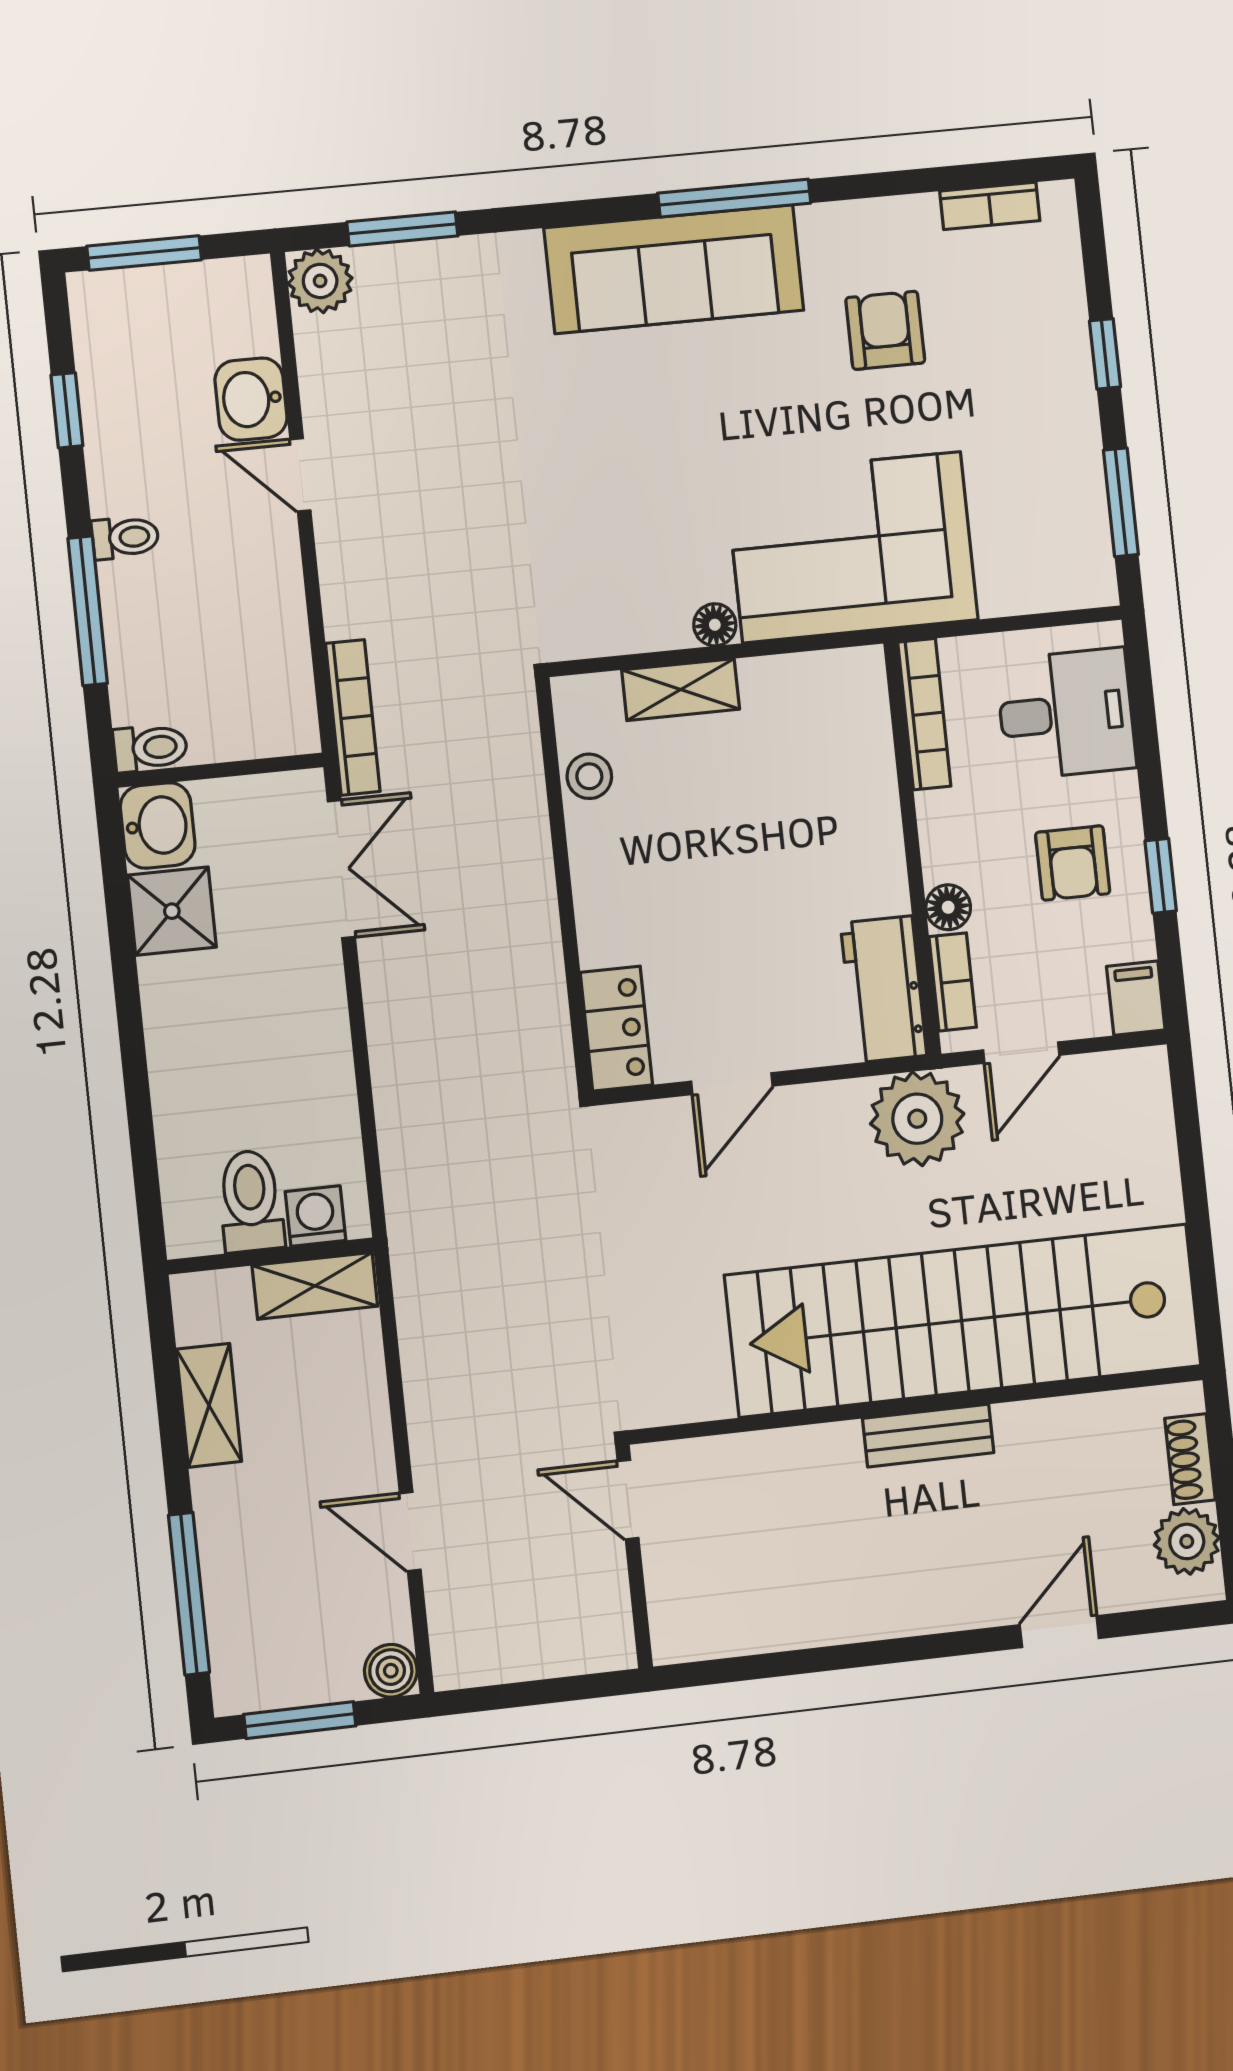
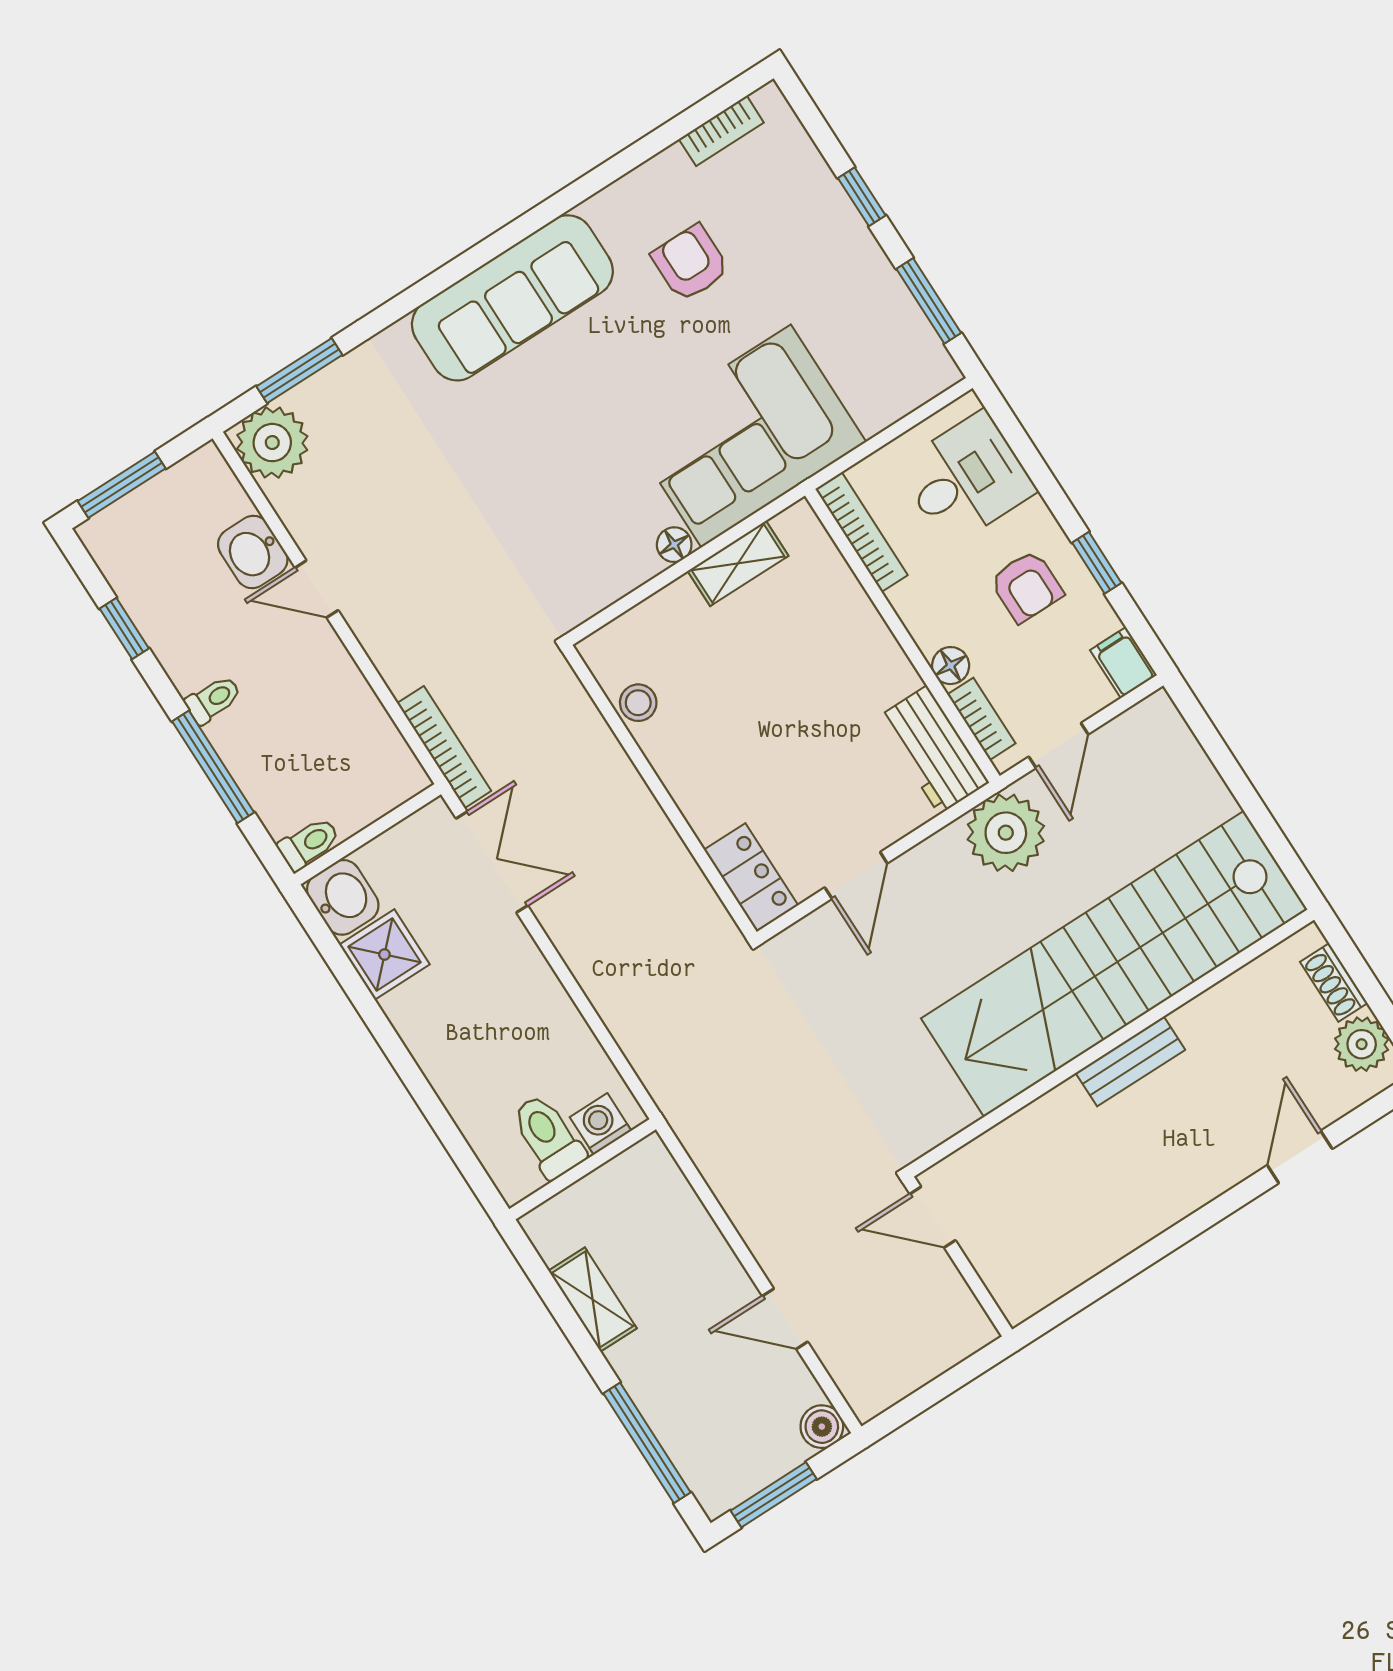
window: (734, 198) -> (530, 222), removed
plant: (320, 281) -> (272, 443), width x1.36, depth x1.36
shelving: (681, 690) -> (738, 563), moved
shelving: (315, 1286) -> (626, 1175), removed

